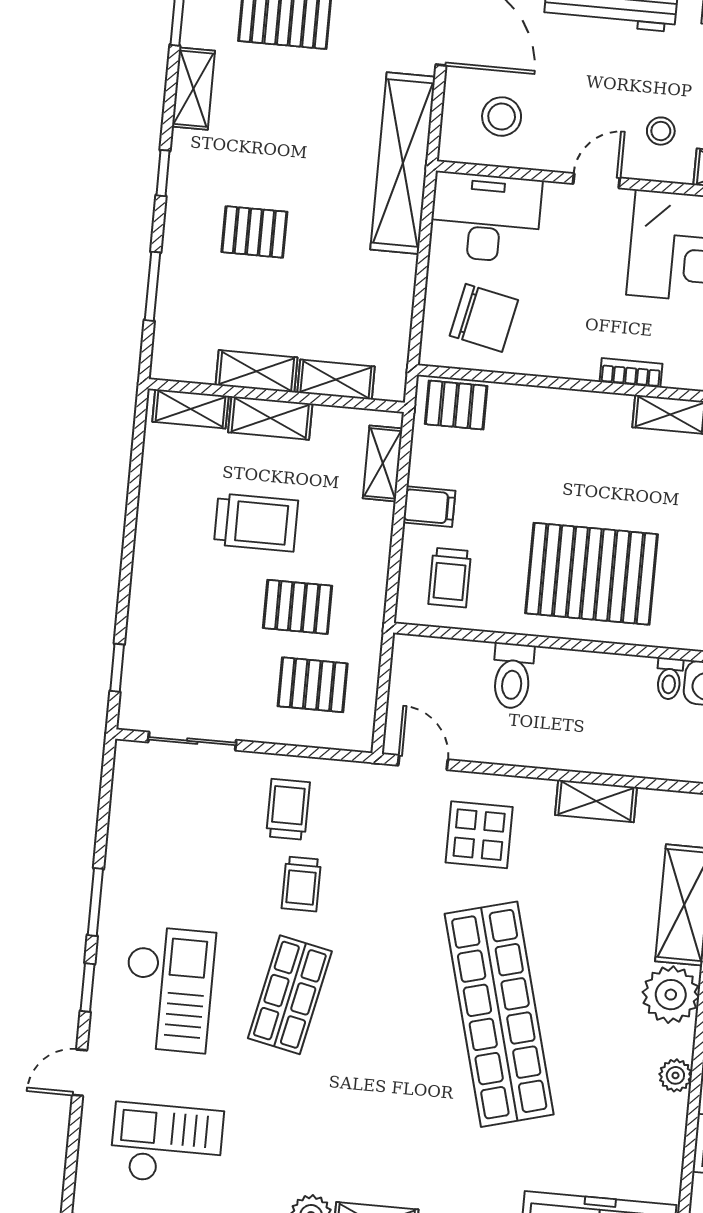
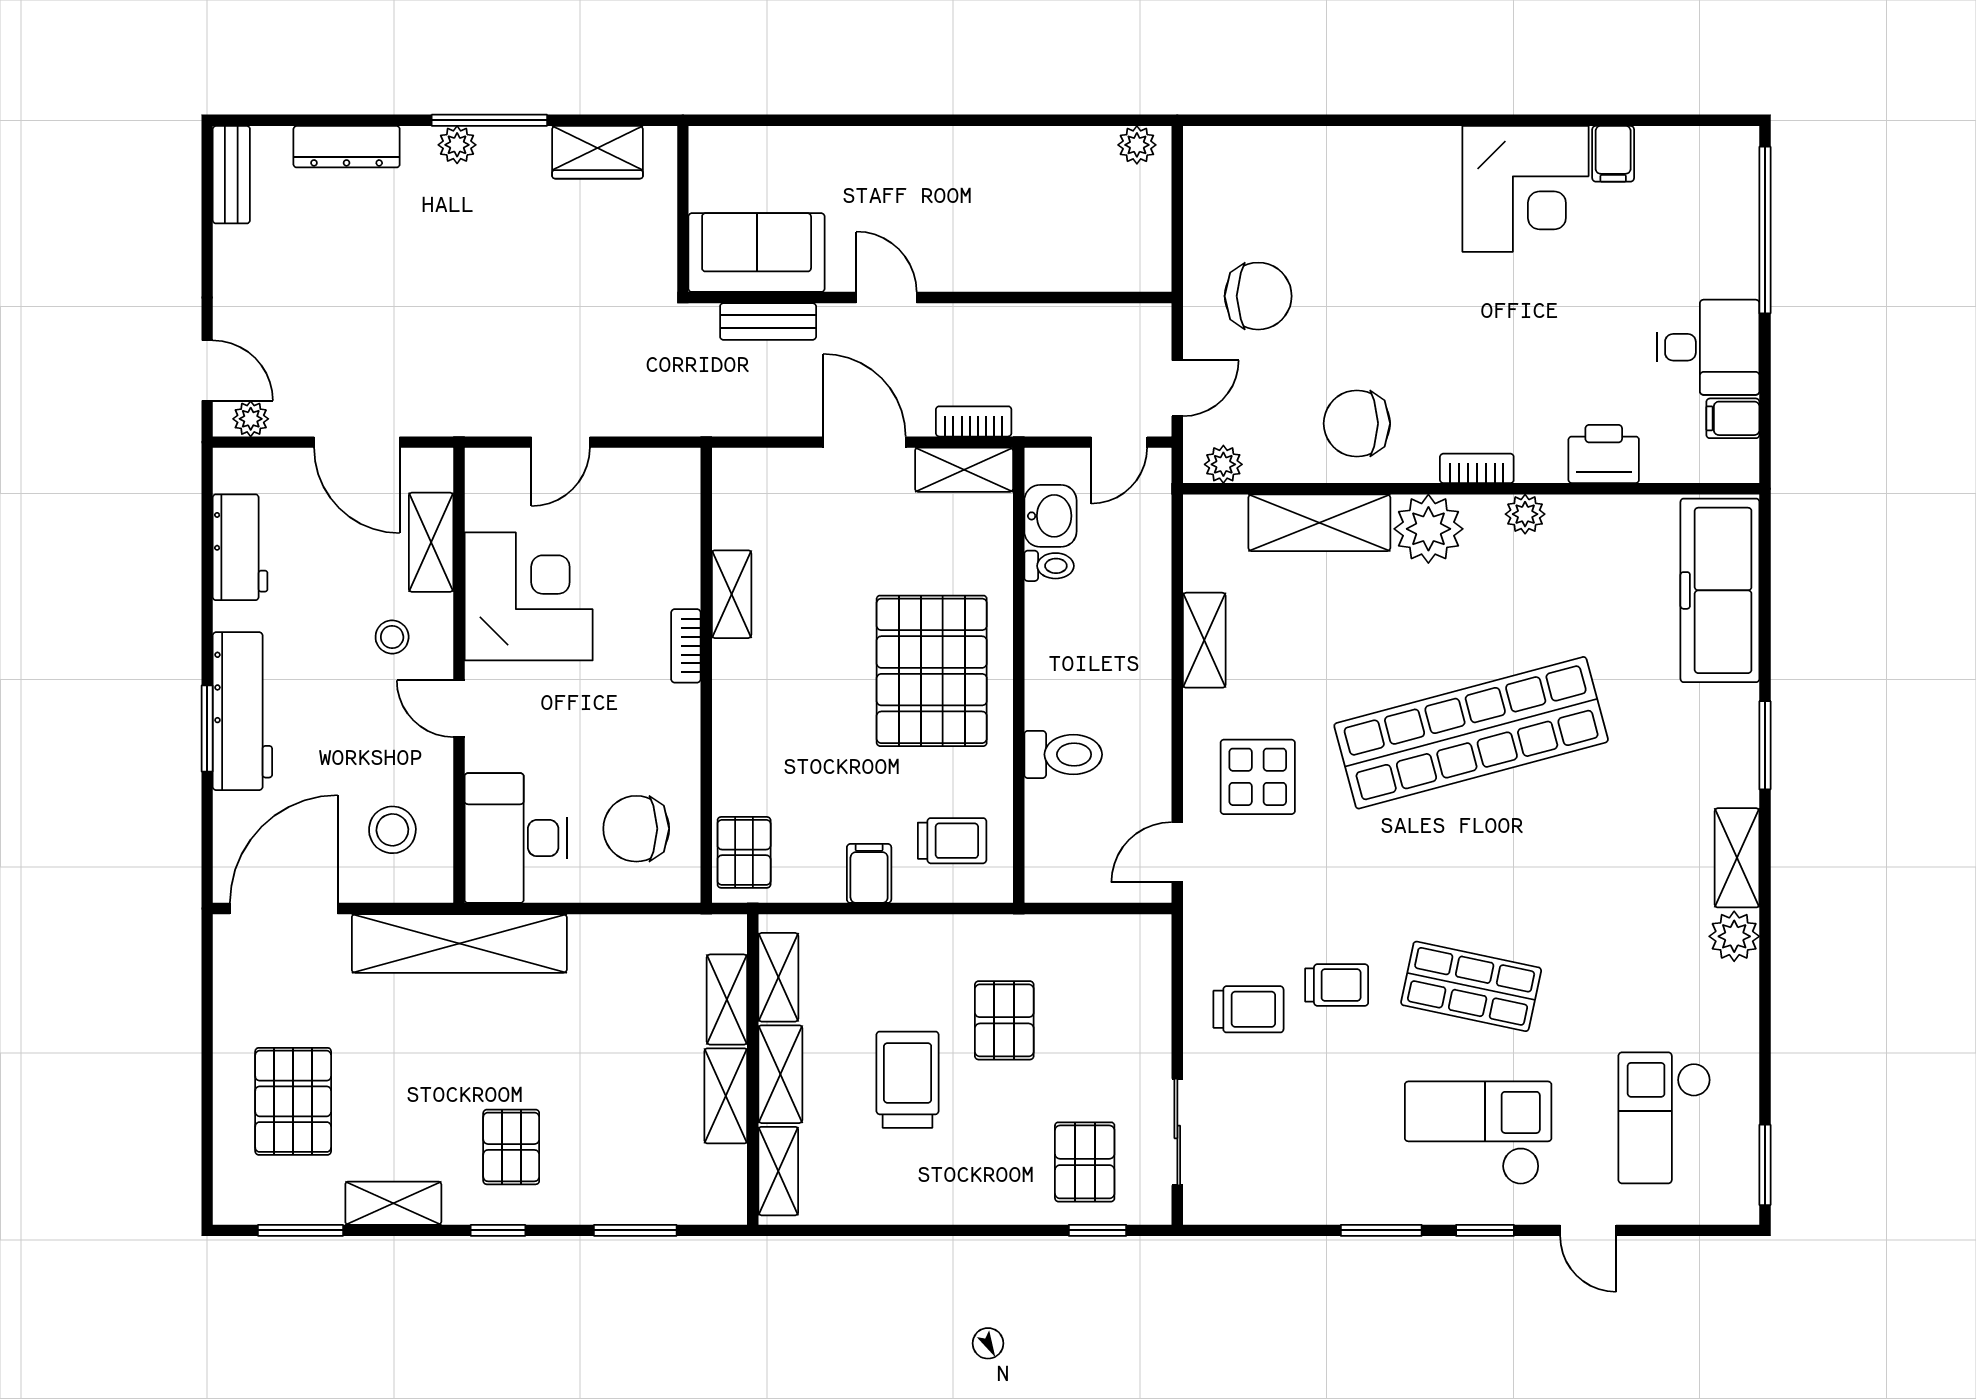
pallet: (254, 232) -> (511, 1147), moved
chair: (484, 318) -> (636, 829), turned -102
shelving: (383, 463) -> (778, 977), moved, turned 90
pallet: (313, 685) -> (1085, 1162), moved
trolley: (288, 809) -> (1249, 1009), turned 180

